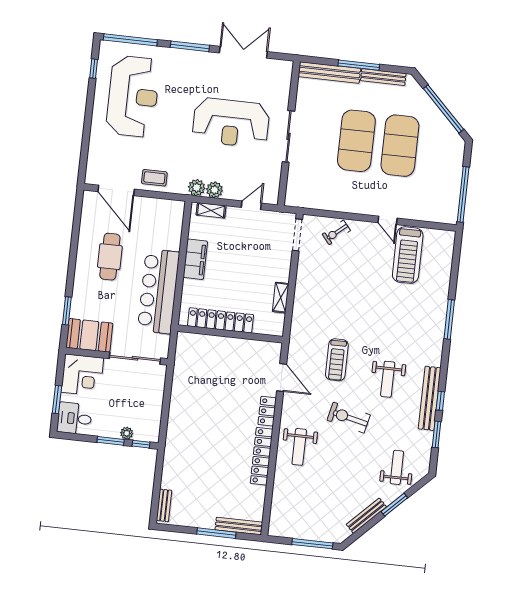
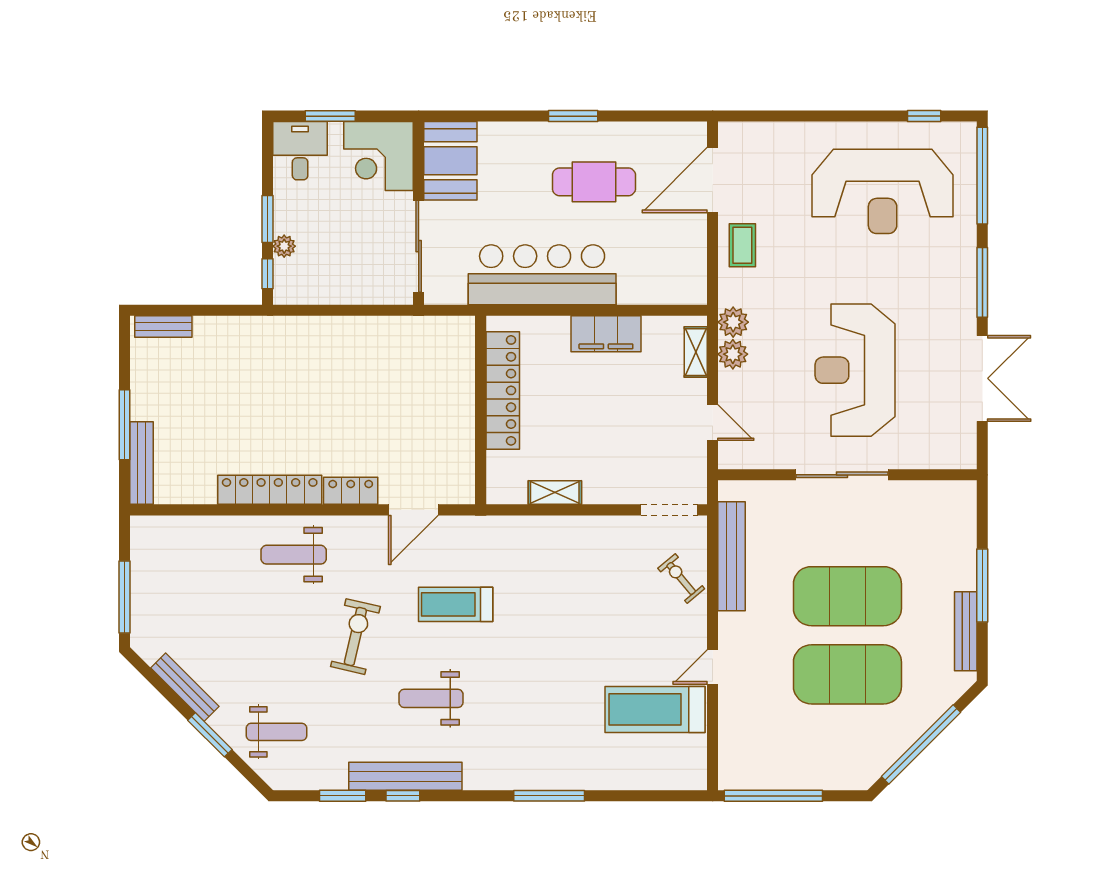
bench: (329, 72) -> (732, 556), moved
window: (67, 311) -> (573, 116), moved

